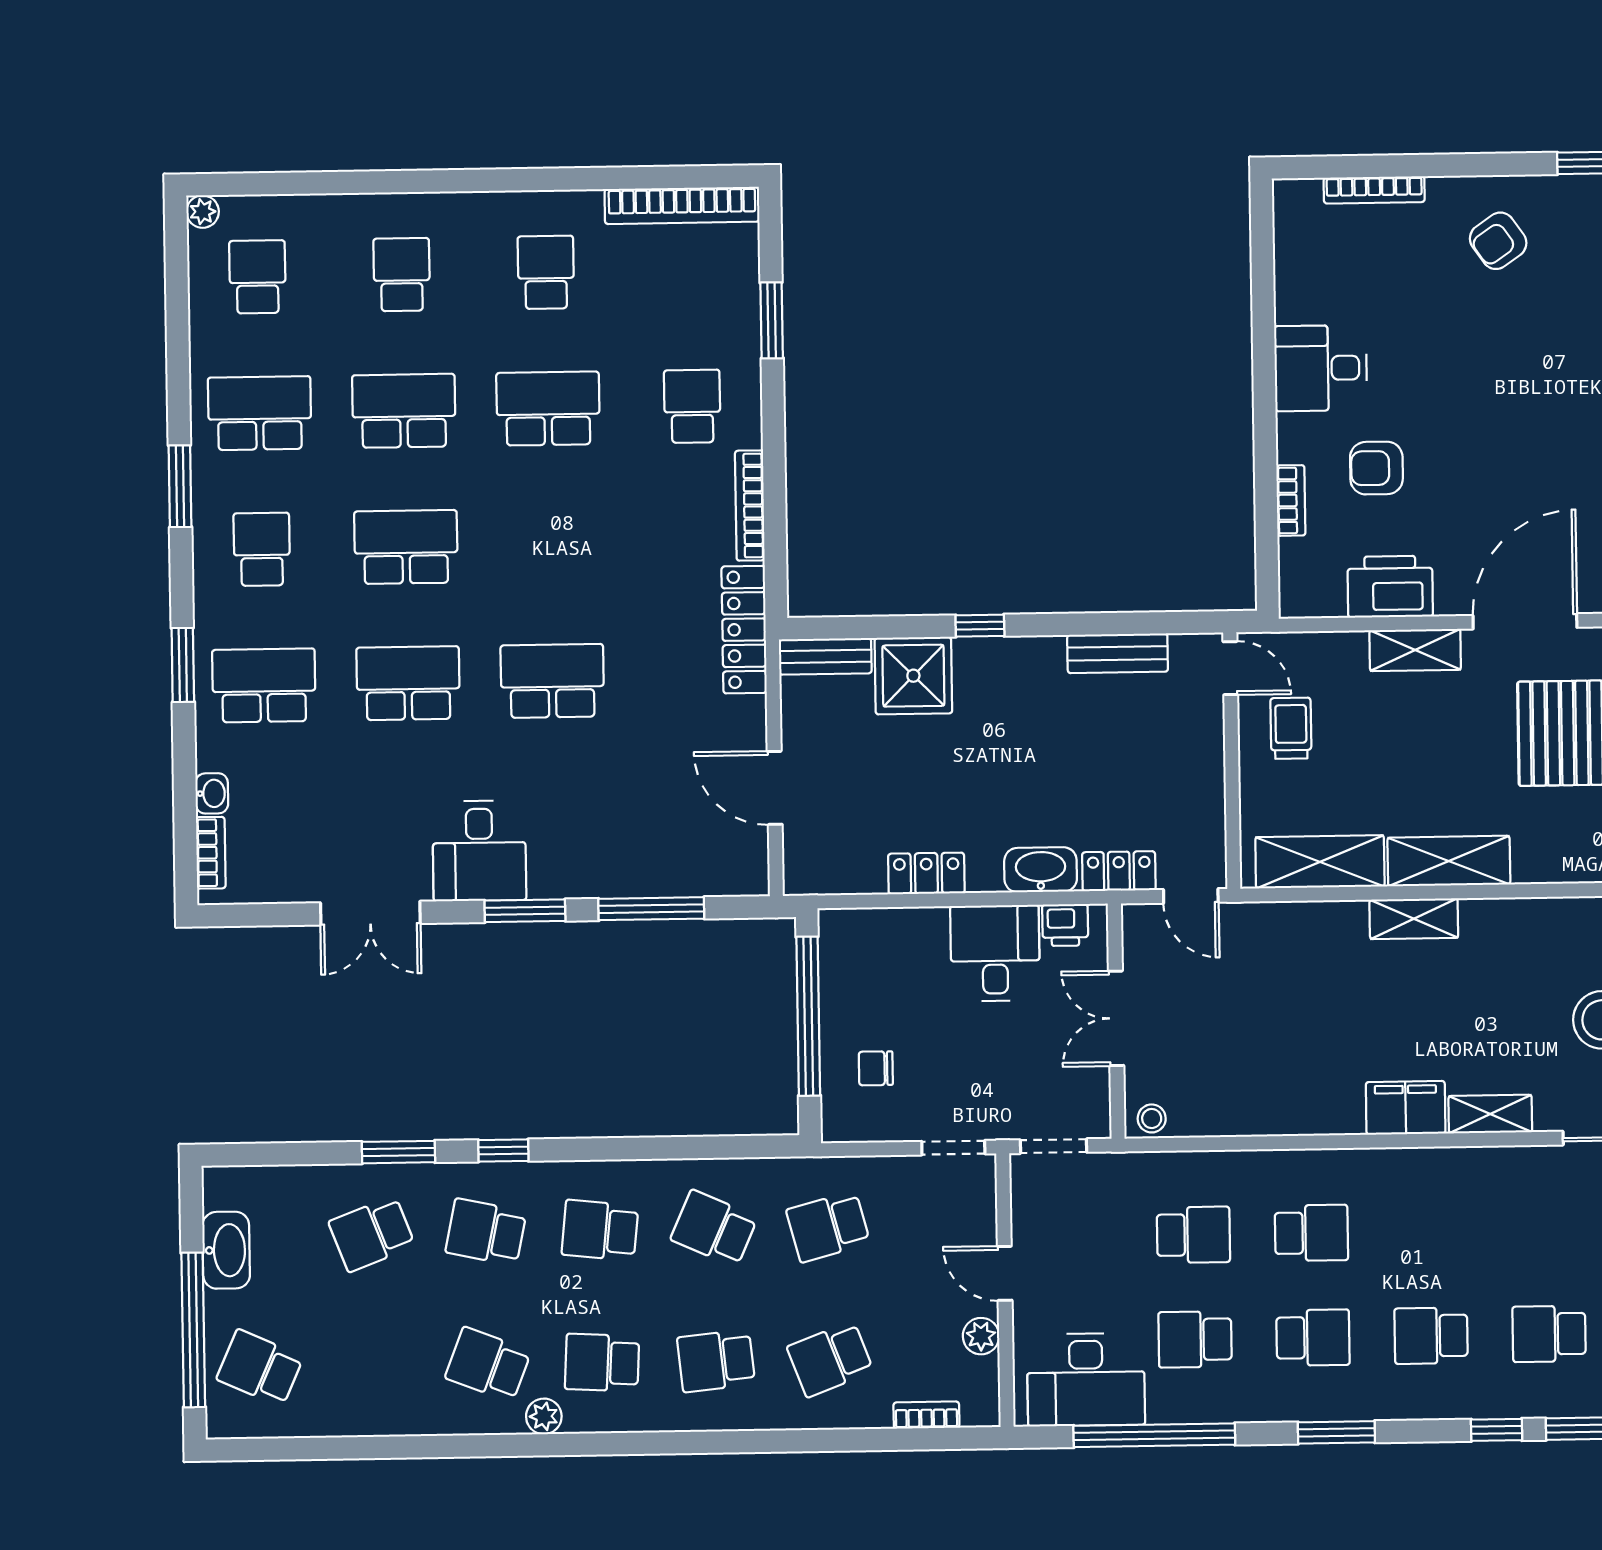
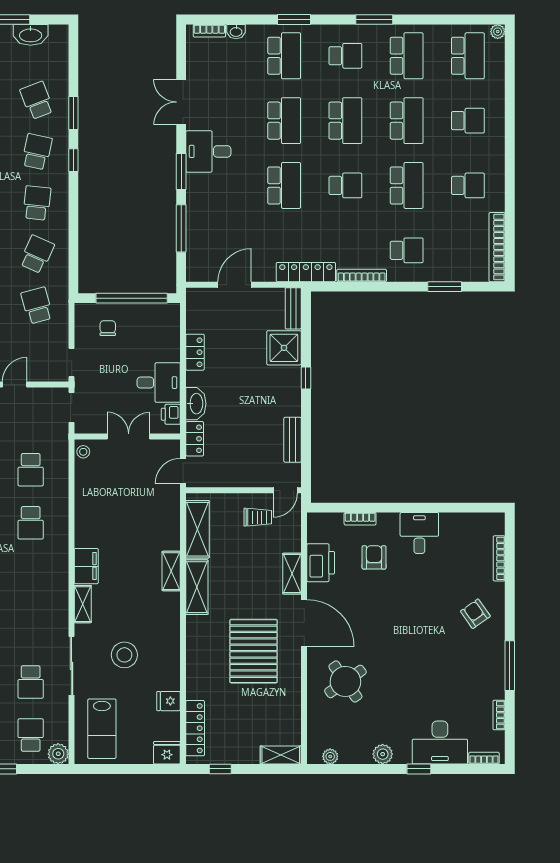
school desk: (257, 277) -> (468, 56), width x1.85
school desk: (550, 545) -> (345, 185), added

